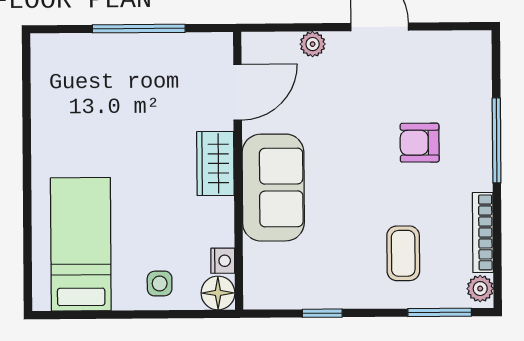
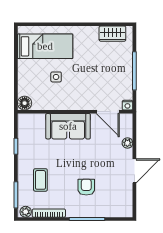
wardrobe: (215, 163) -> (112, 34), moved, turned 180
coffee table: (403, 253) -> (40, 180), turned 90
nightstand: (223, 261) -> (127, 105), moved
side table: (160, 283) -> (56, 77), moved

